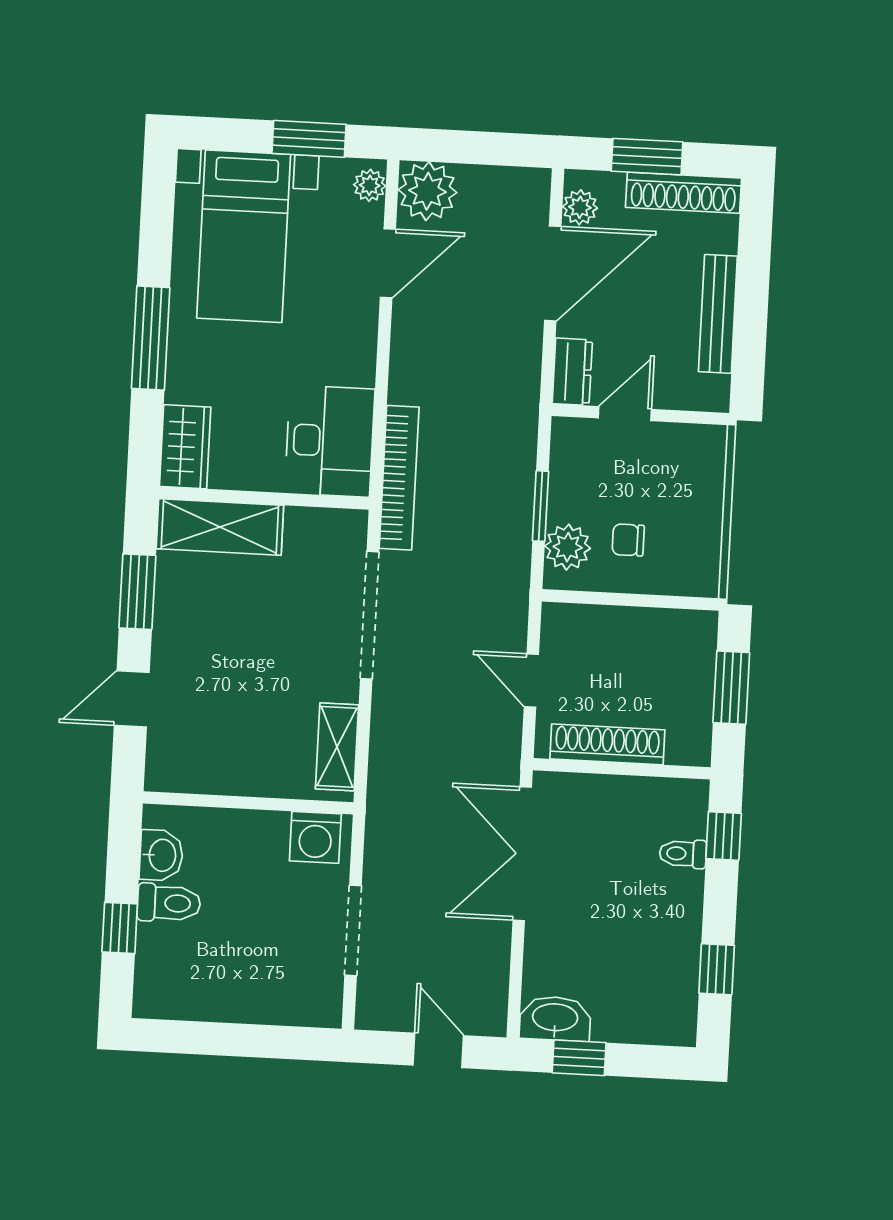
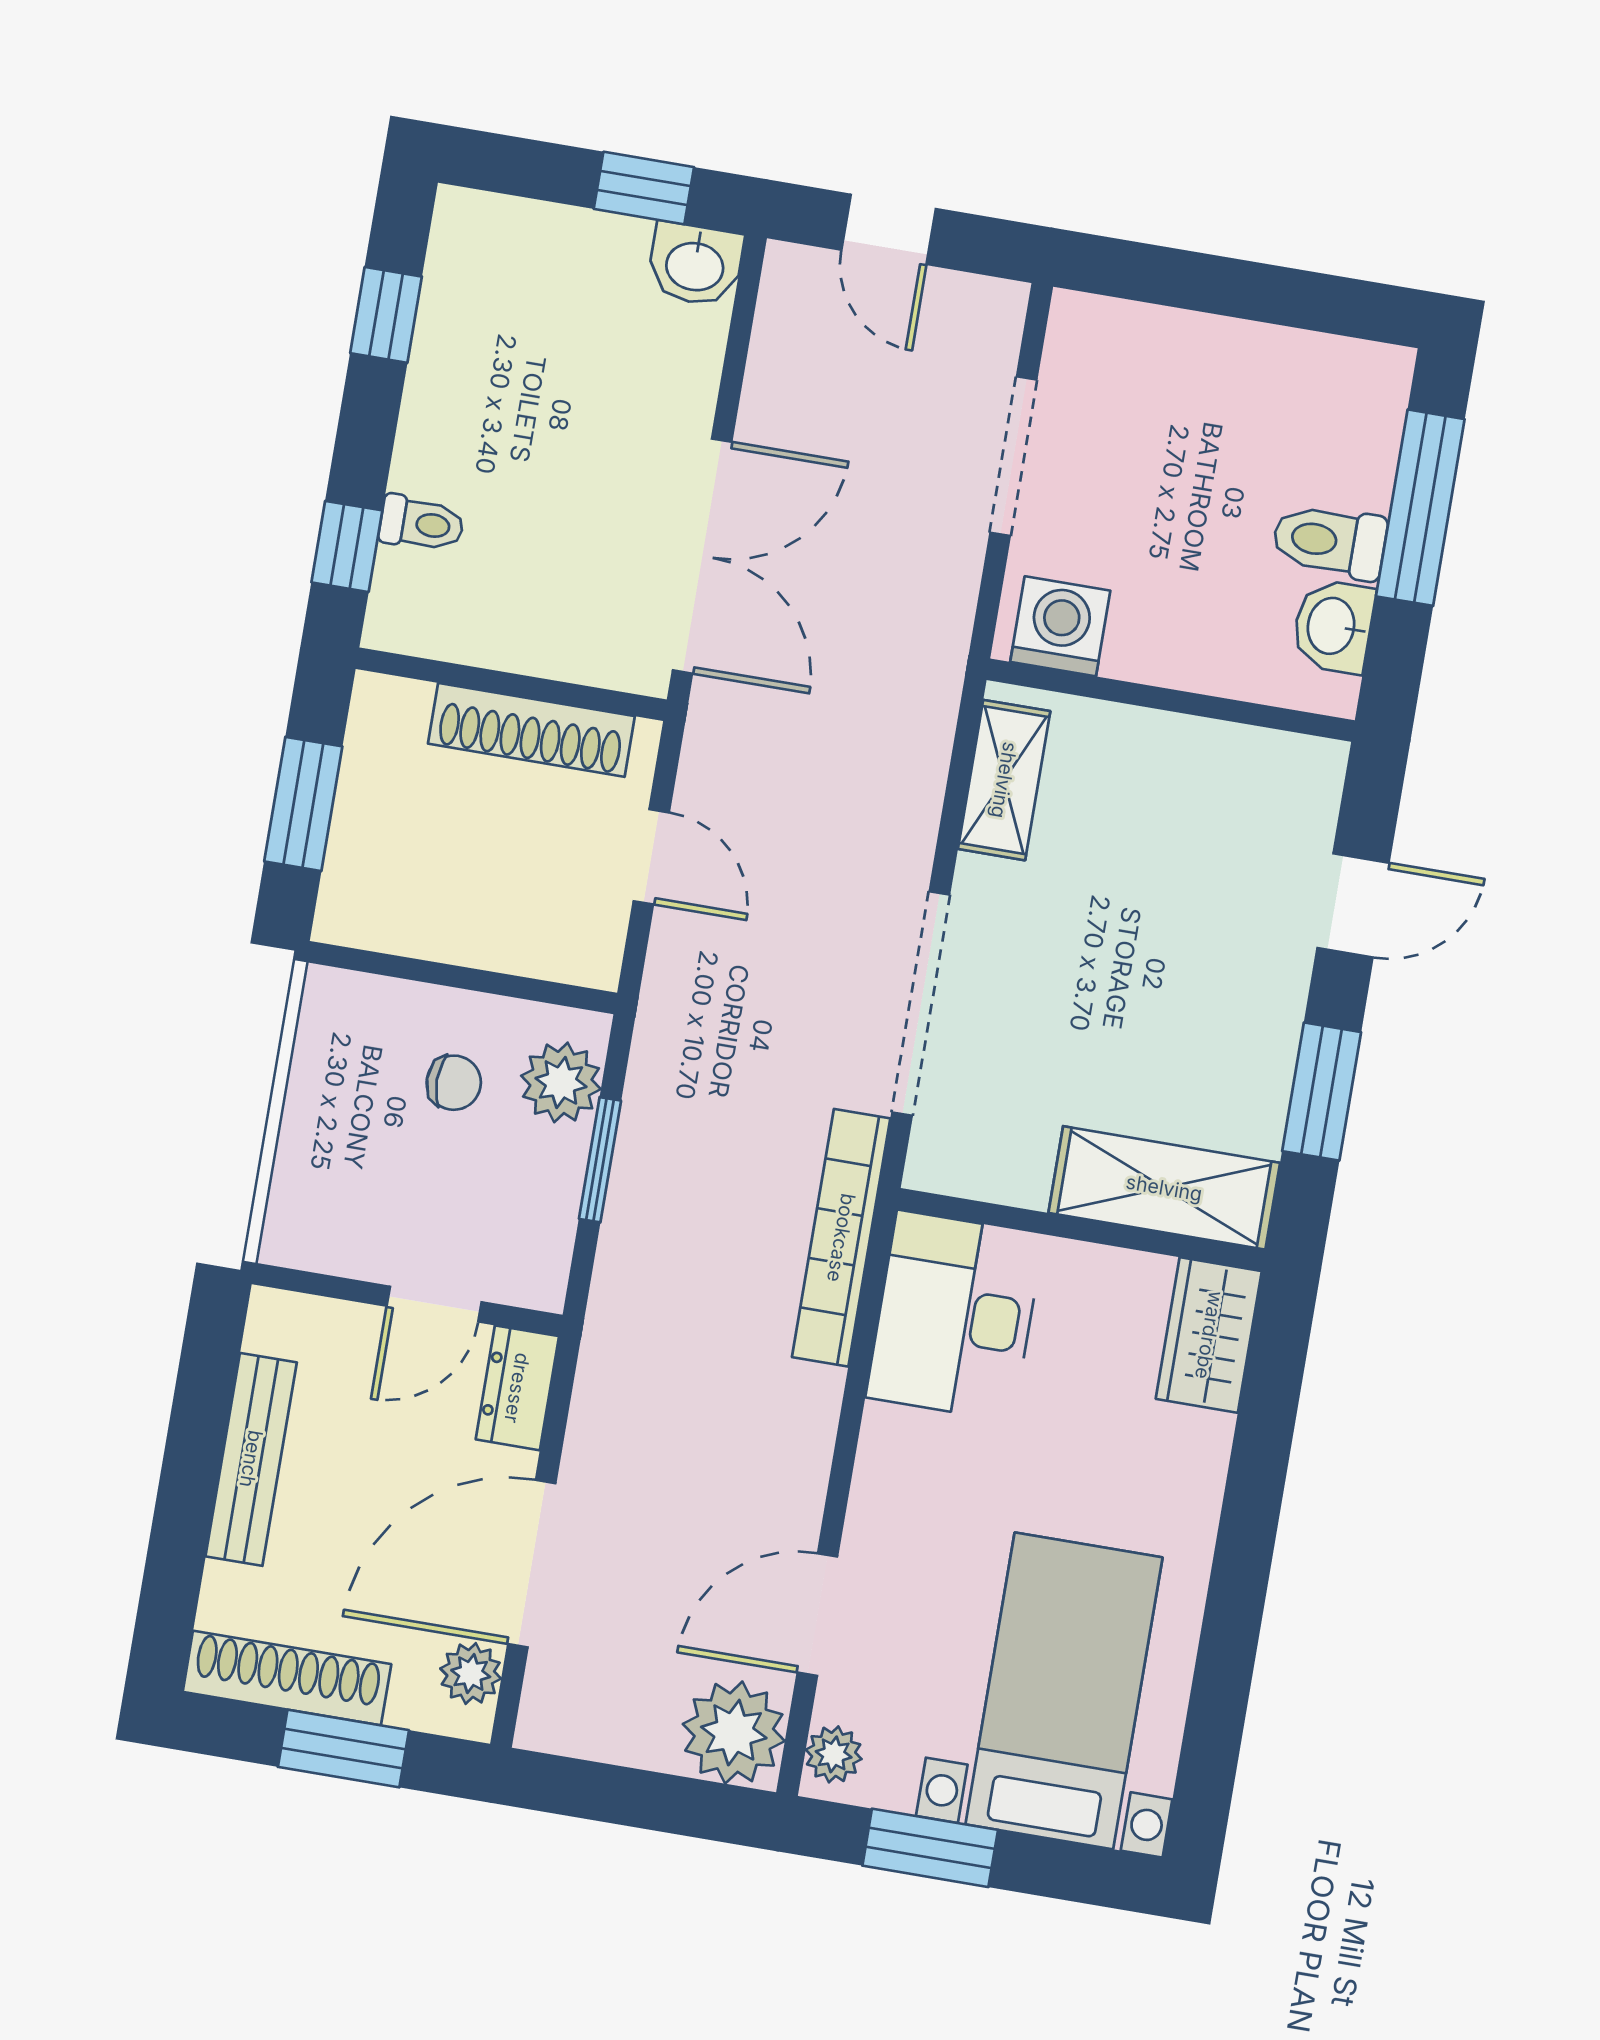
window: (151, 338) -> (1247, 1532), removed
window: (120, 928) -> (1420, 508), width x2.17
washbasin: (555, 1019) -> (695, 264), width x0.72

